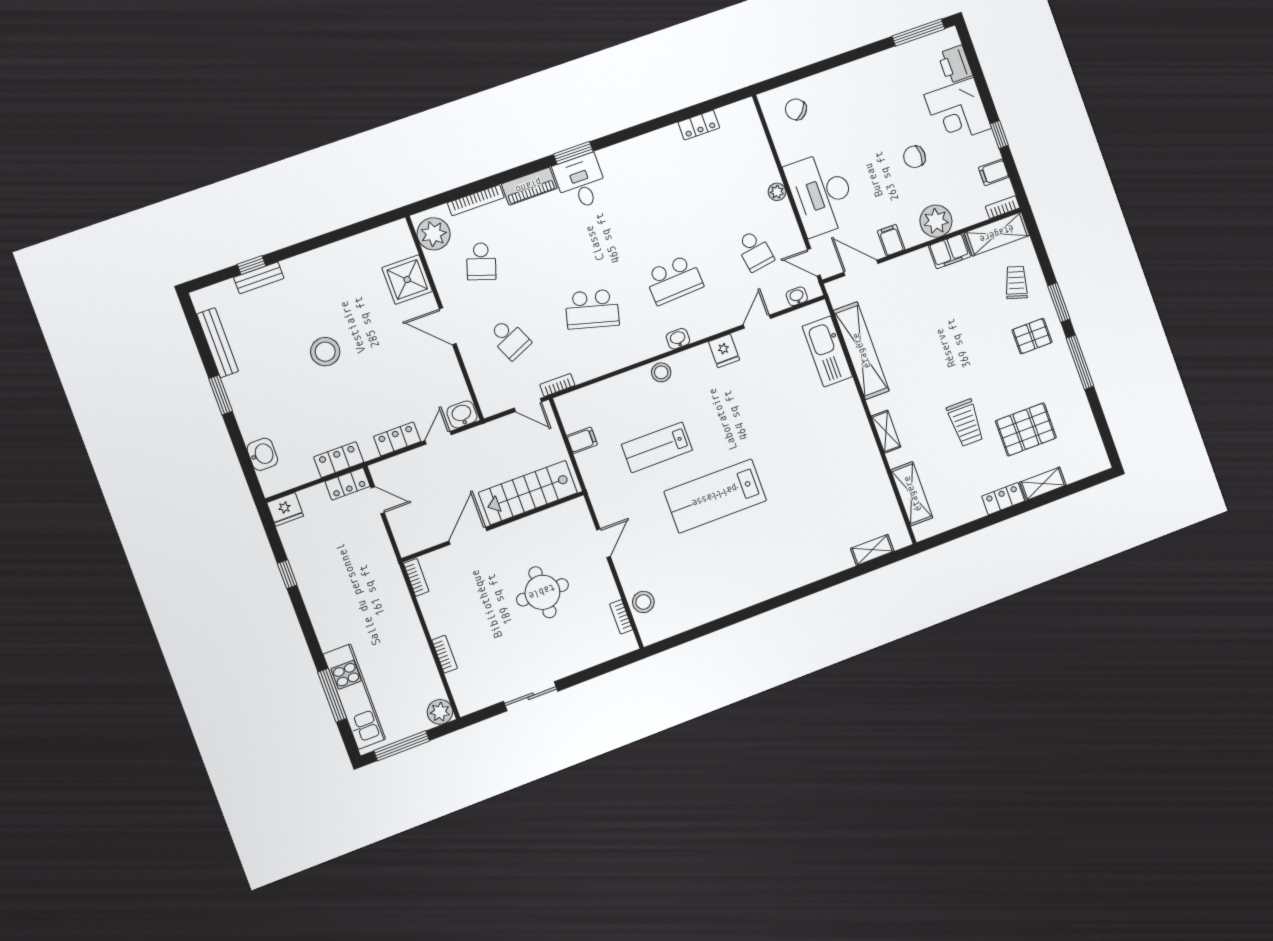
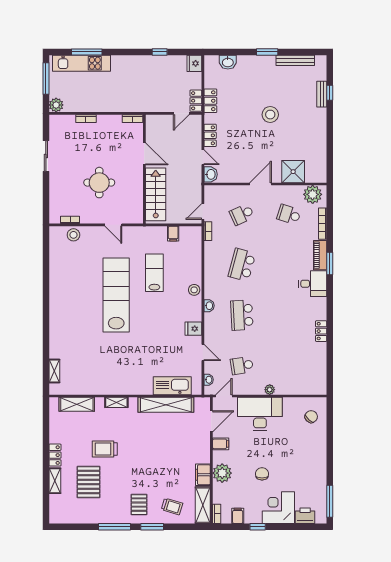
locker: (699, 125) -> (321, 331), moved
window: (573, 153) -> (330, 264), moved
lab bench: (715, 496) -> (116, 295), width x1.36

